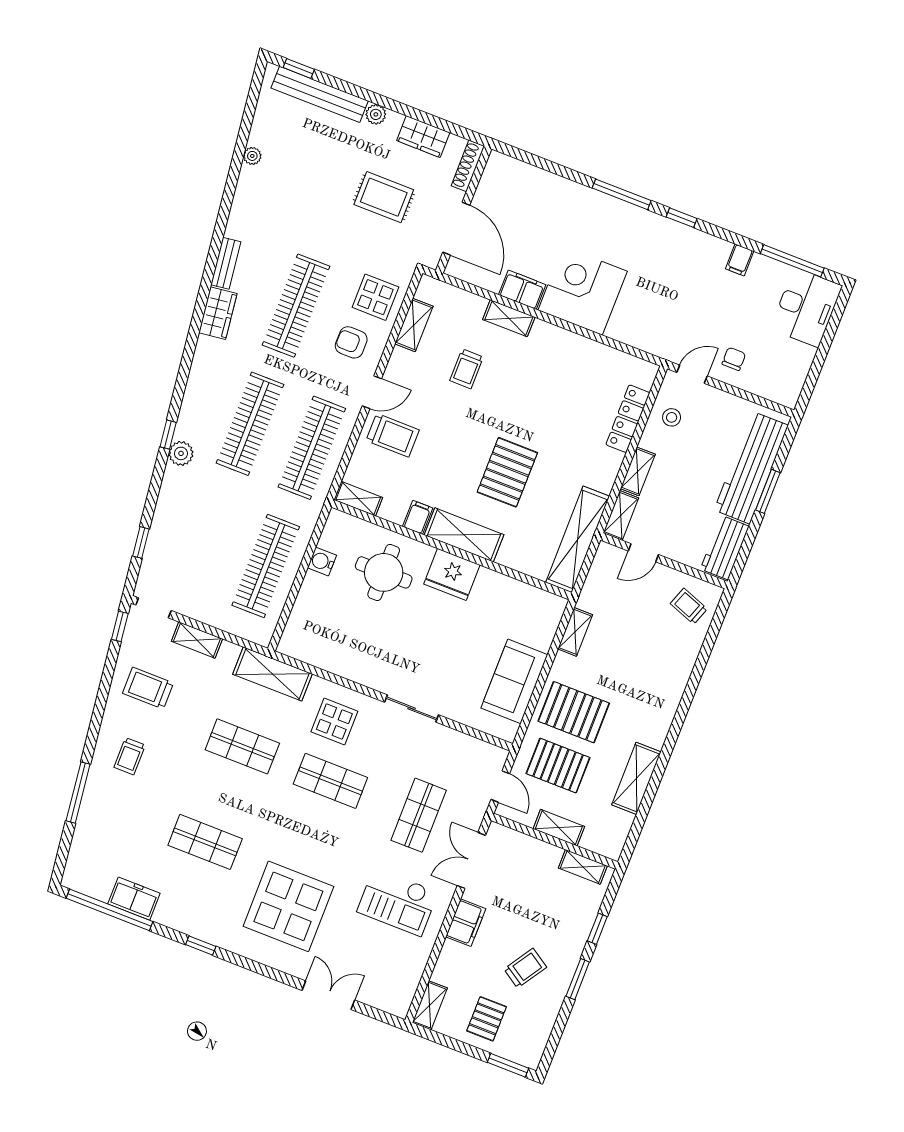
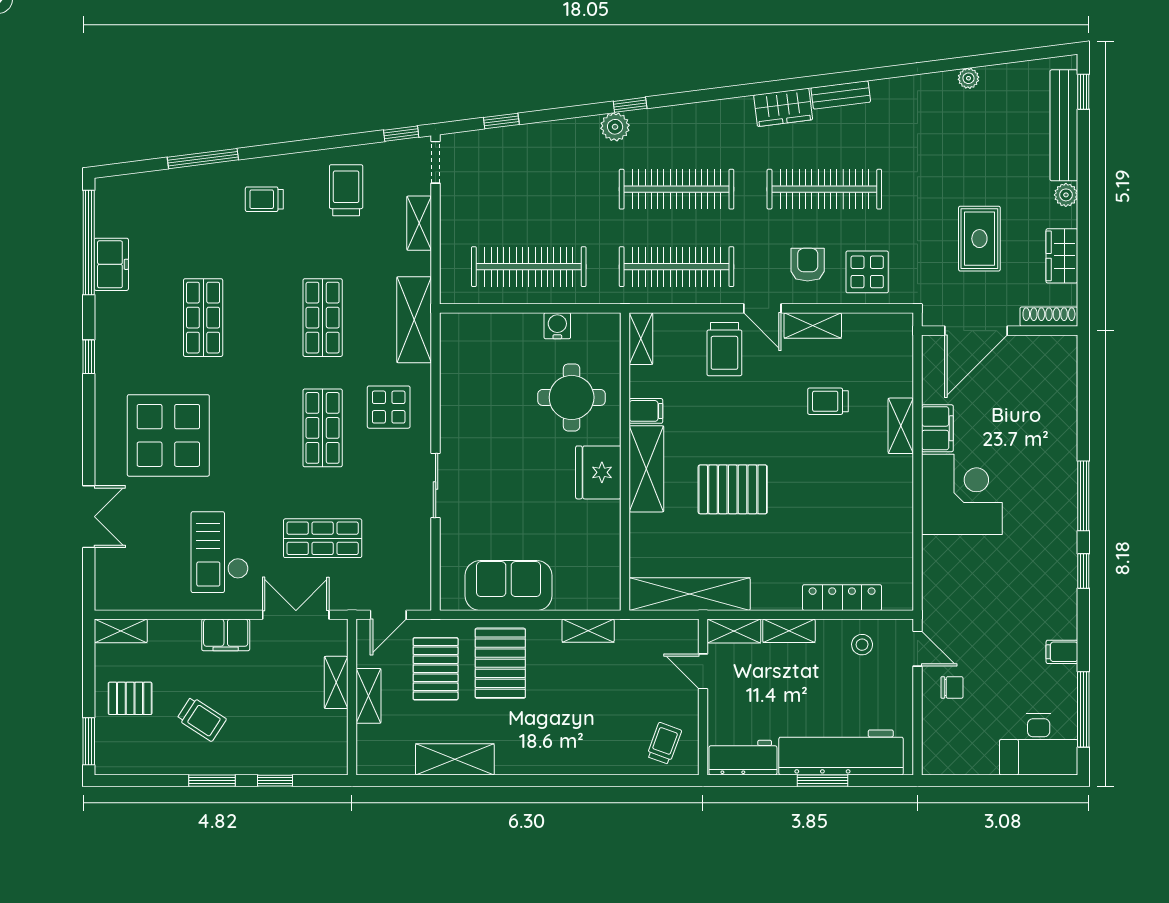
shelving: (414, 325) -> (813, 325), moved
shelving: (583, 867) -> (336, 682), moved

